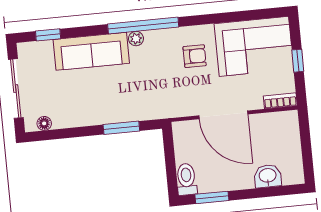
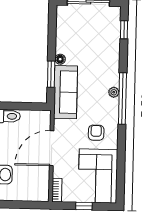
sofa: (91, 51) -> (66, 92), moved, turned 180
armchair: (195, 56) -> (96, 133), turned 180
floor lamp: (44, 123) -> (60, 59), moved

